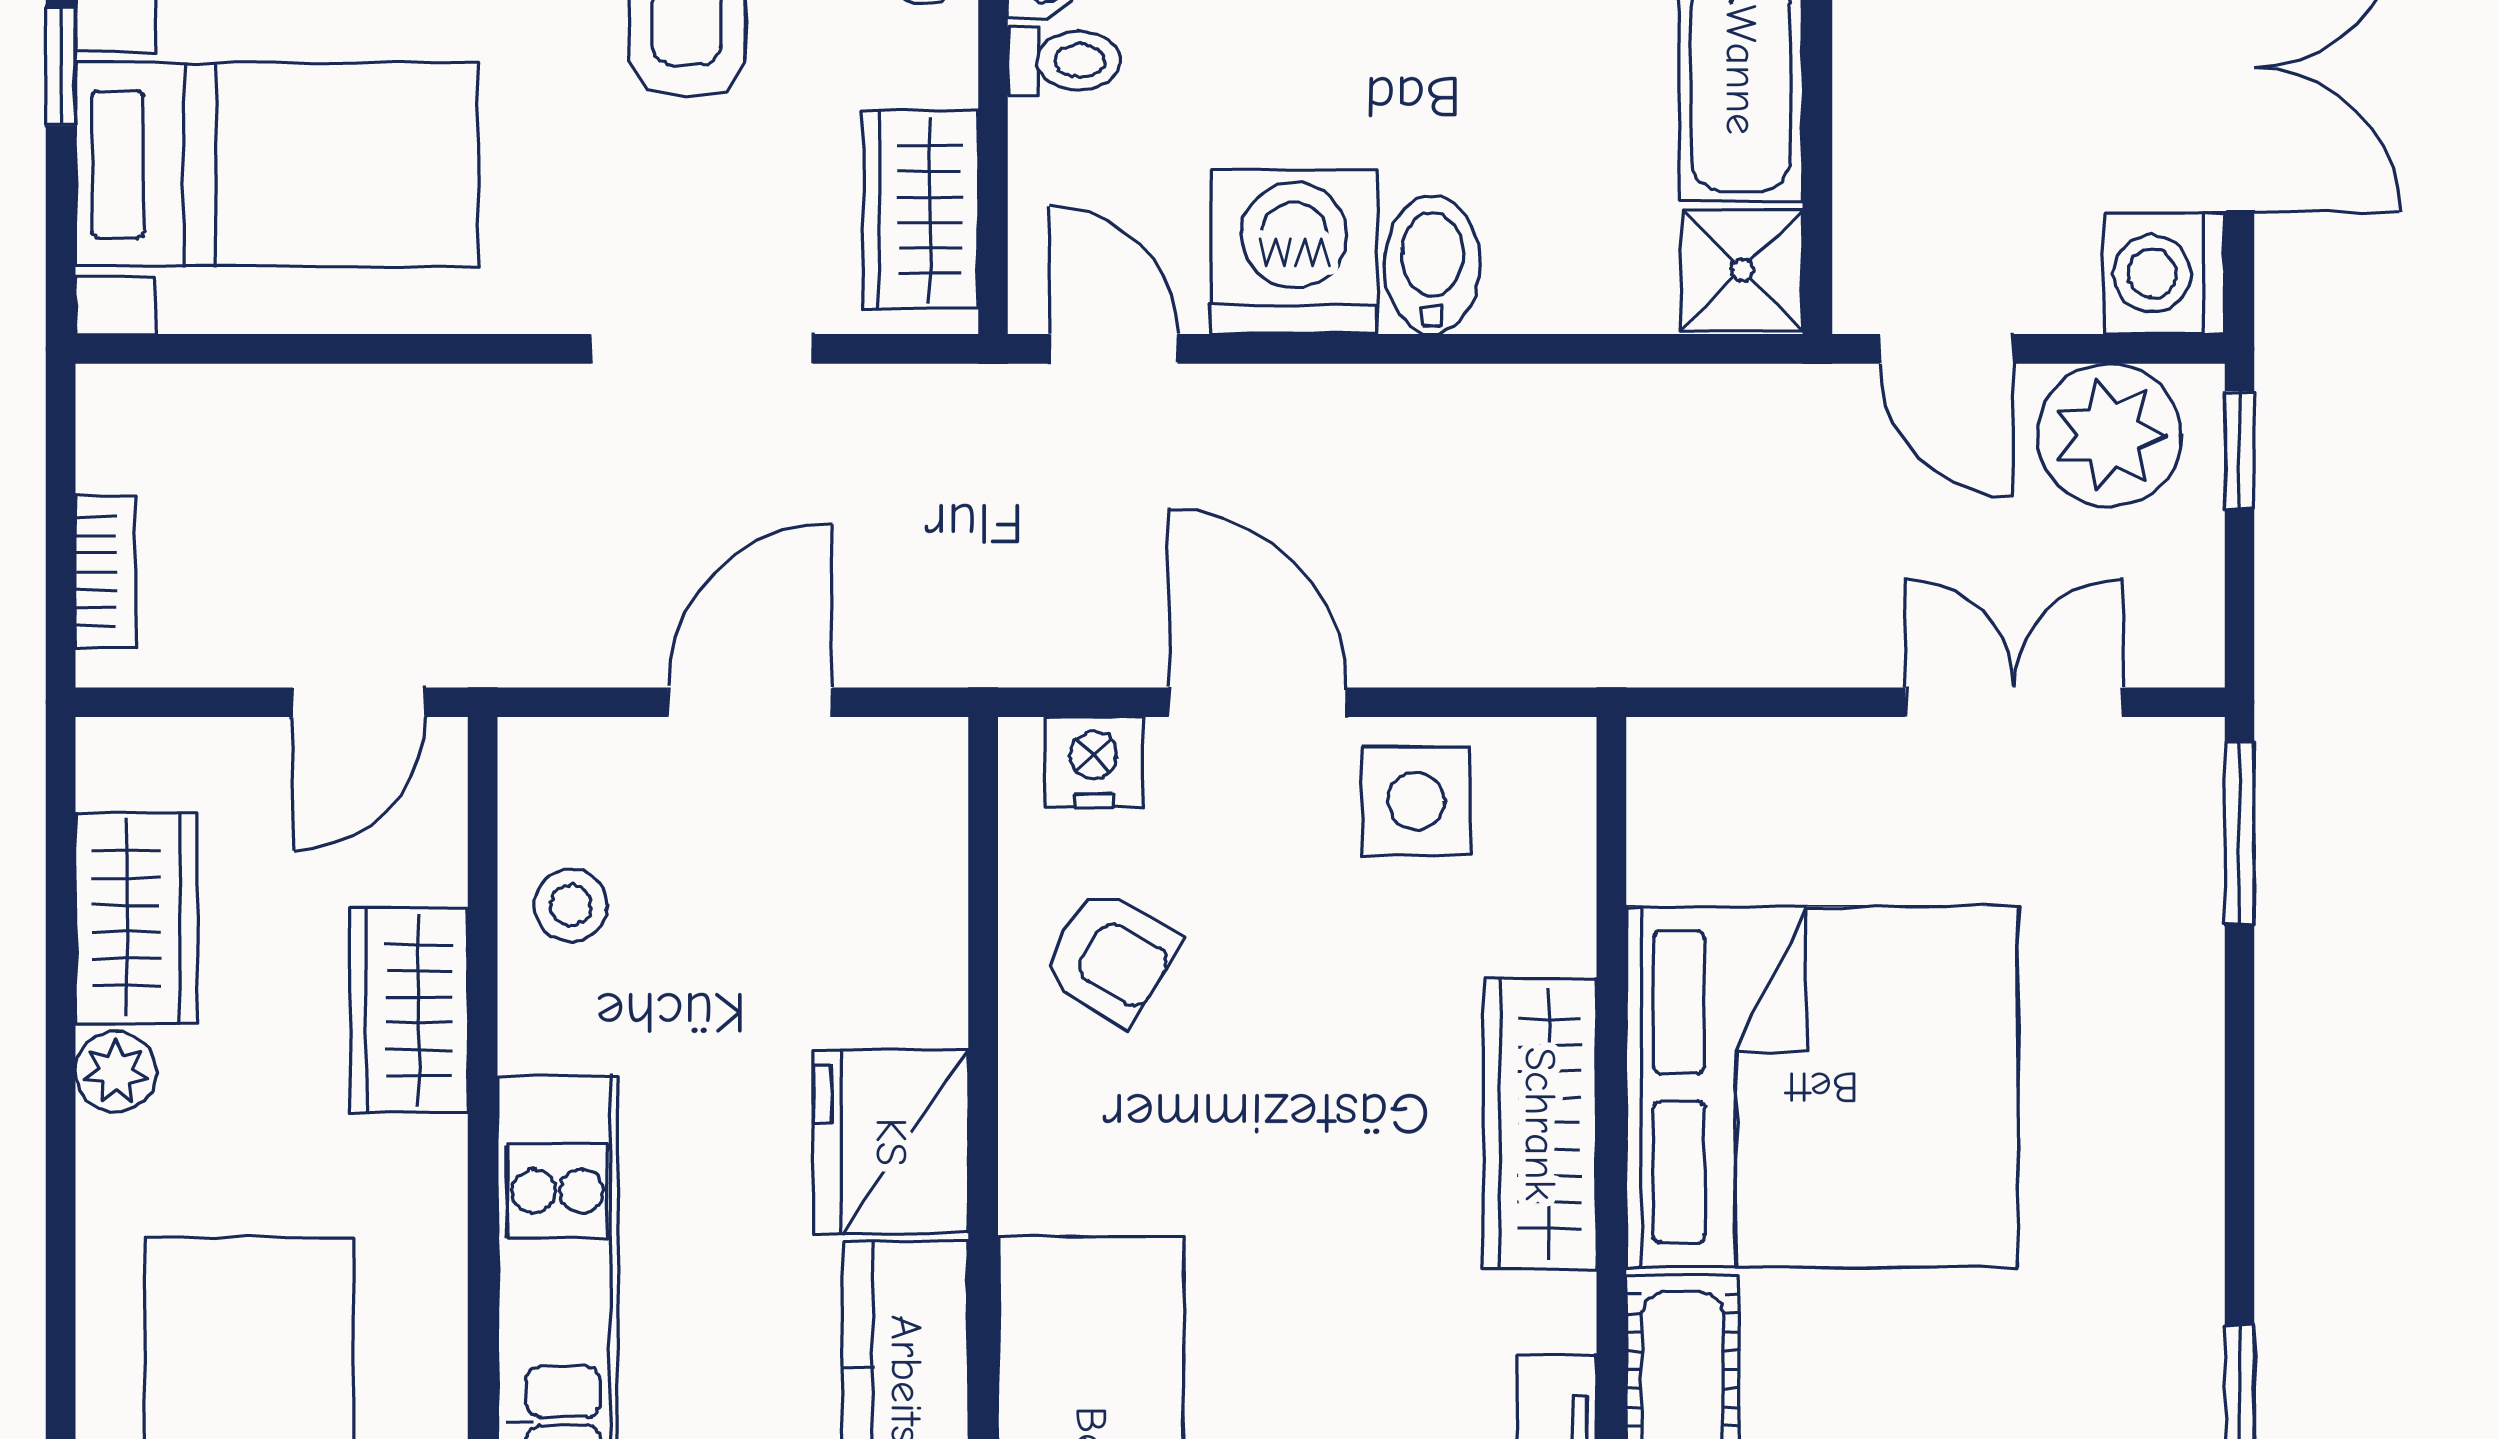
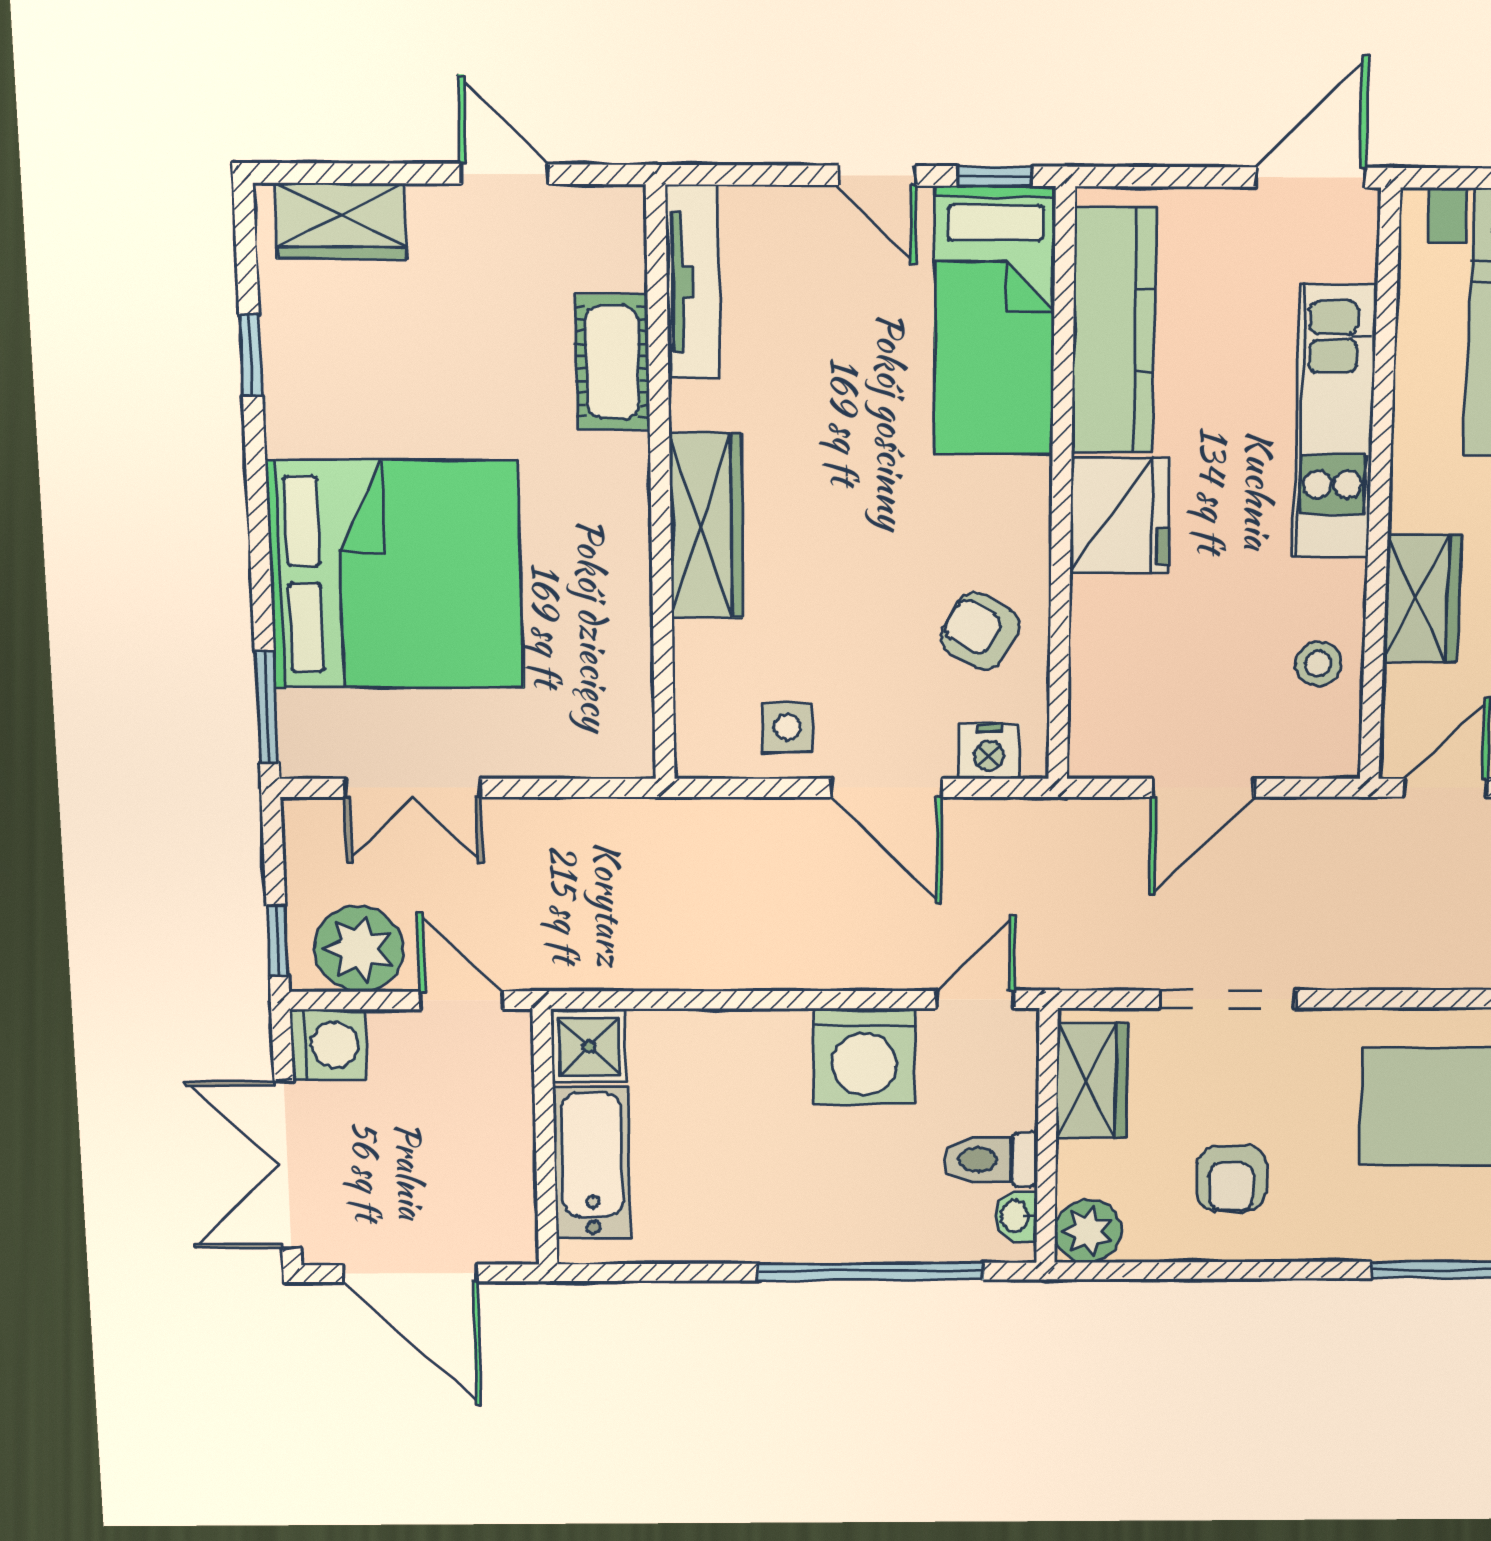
toilet: (1064, 61) -> (991, 1160), width x1.37, depth x1.39
bidet: (1432, 265) -> (779, 1049), removed
door: (1113, 349) -> (975, 999), swing flipped
side table: (1416, 801) -> (787, 727), width x0.73, depth x0.73
bed: (1822, 1087) -> (395, 575), moved, turned 180

